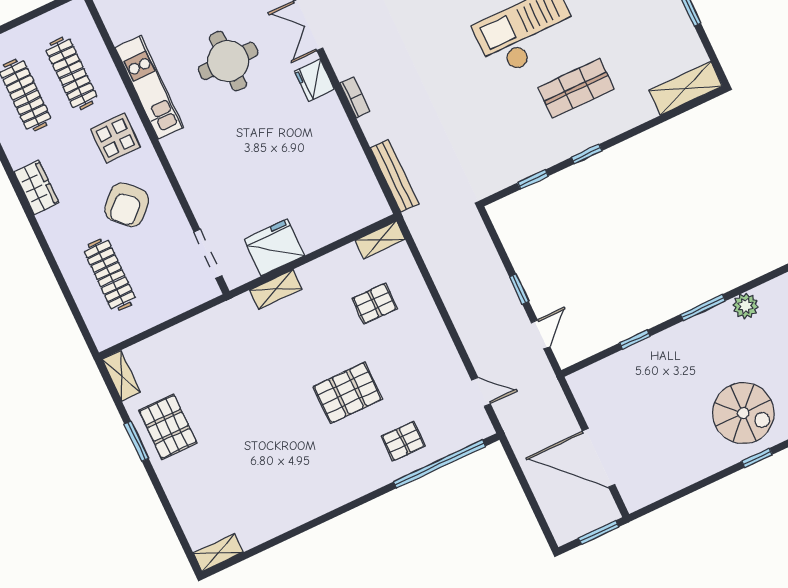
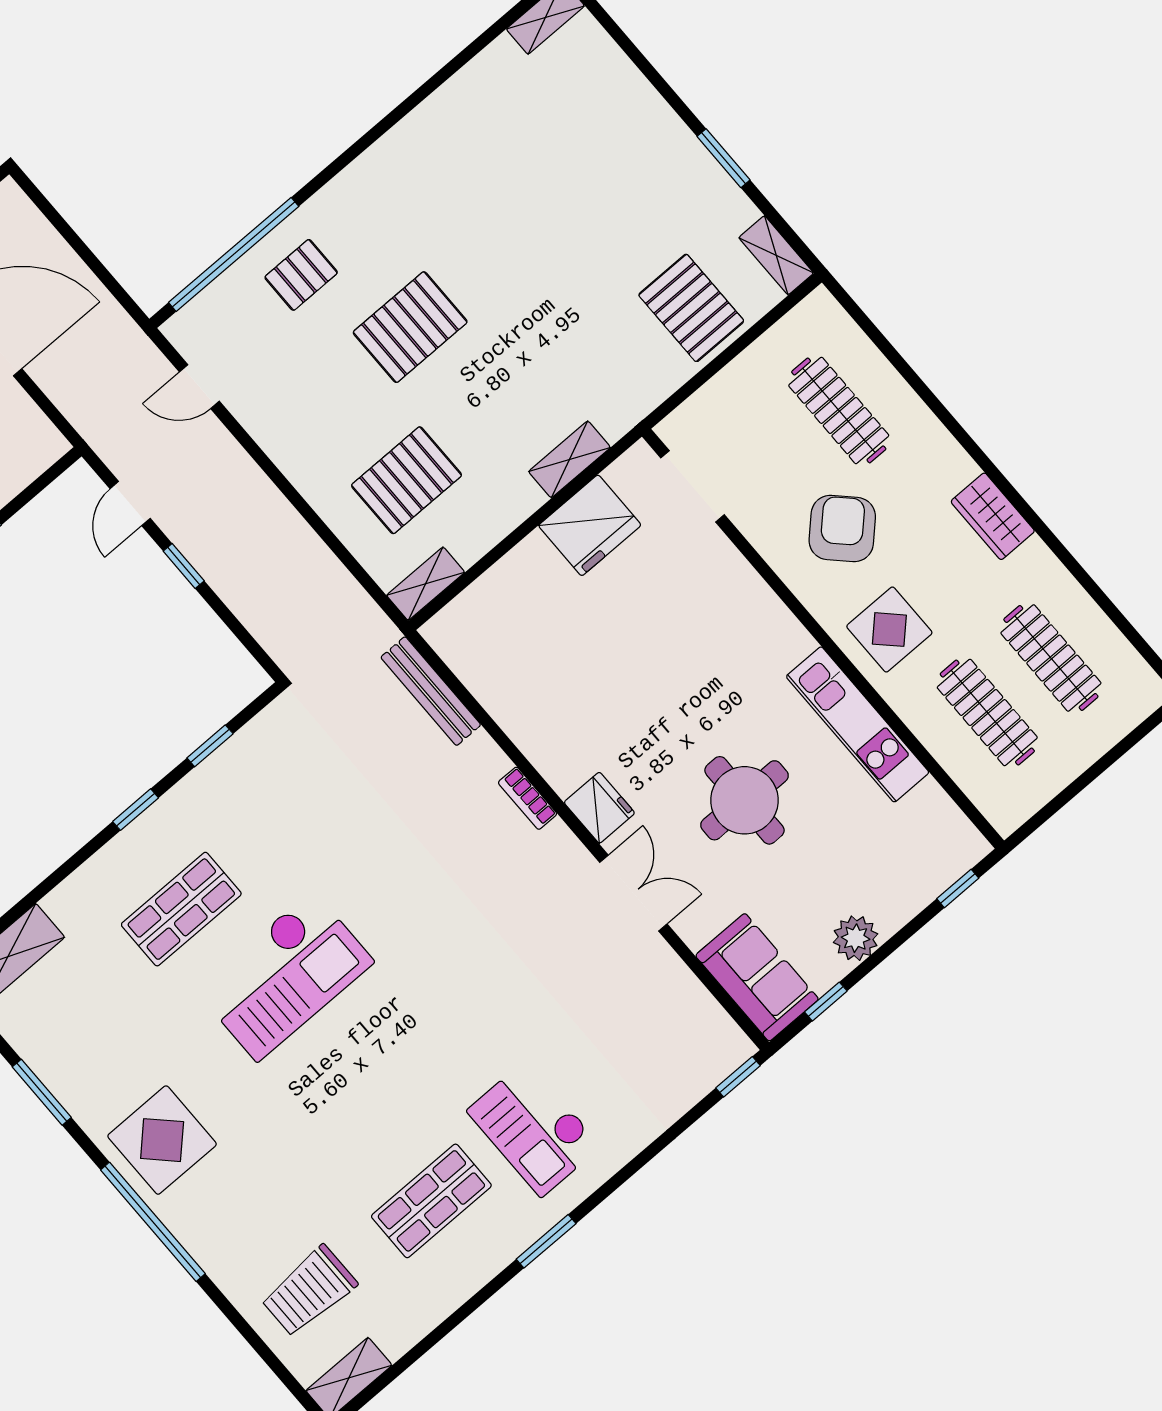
pallet: (375, 304) -> (407, 480), width x1.50, depth x1.42
pallet: (168, 427) -> (691, 308), moved

